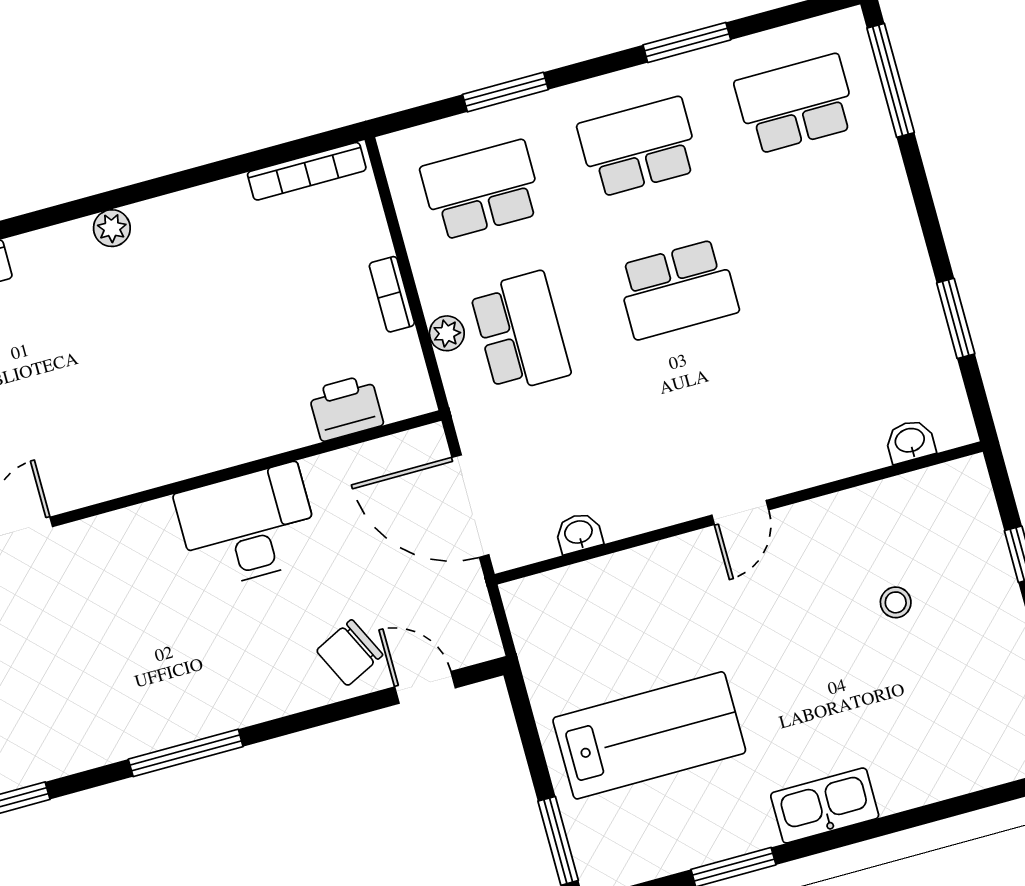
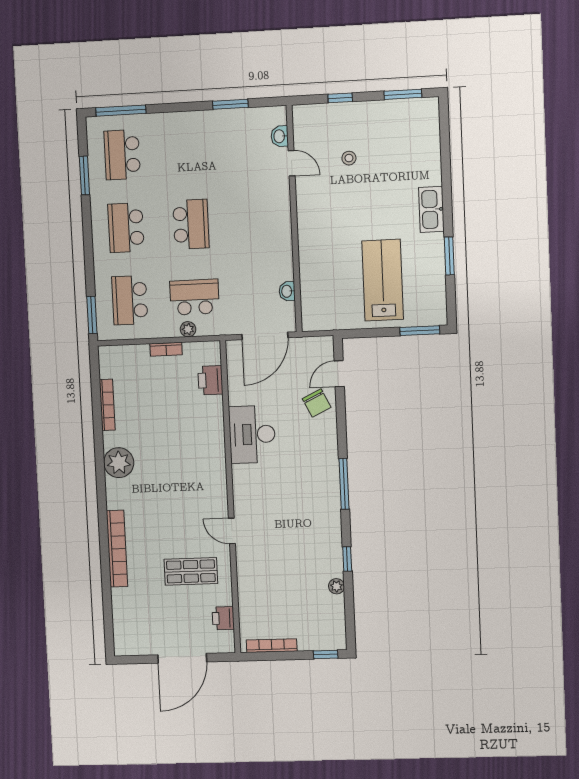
window: (687, 42) -> (84, 175), moved
window: (505, 92) -> (92, 315), moved
bookcase: (307, 171) -> (107, 405), moved
plant: (112, 228) -> (119, 463), width x1.87, depth x1.87
door: (740, 513) -> (292, 163), moved

